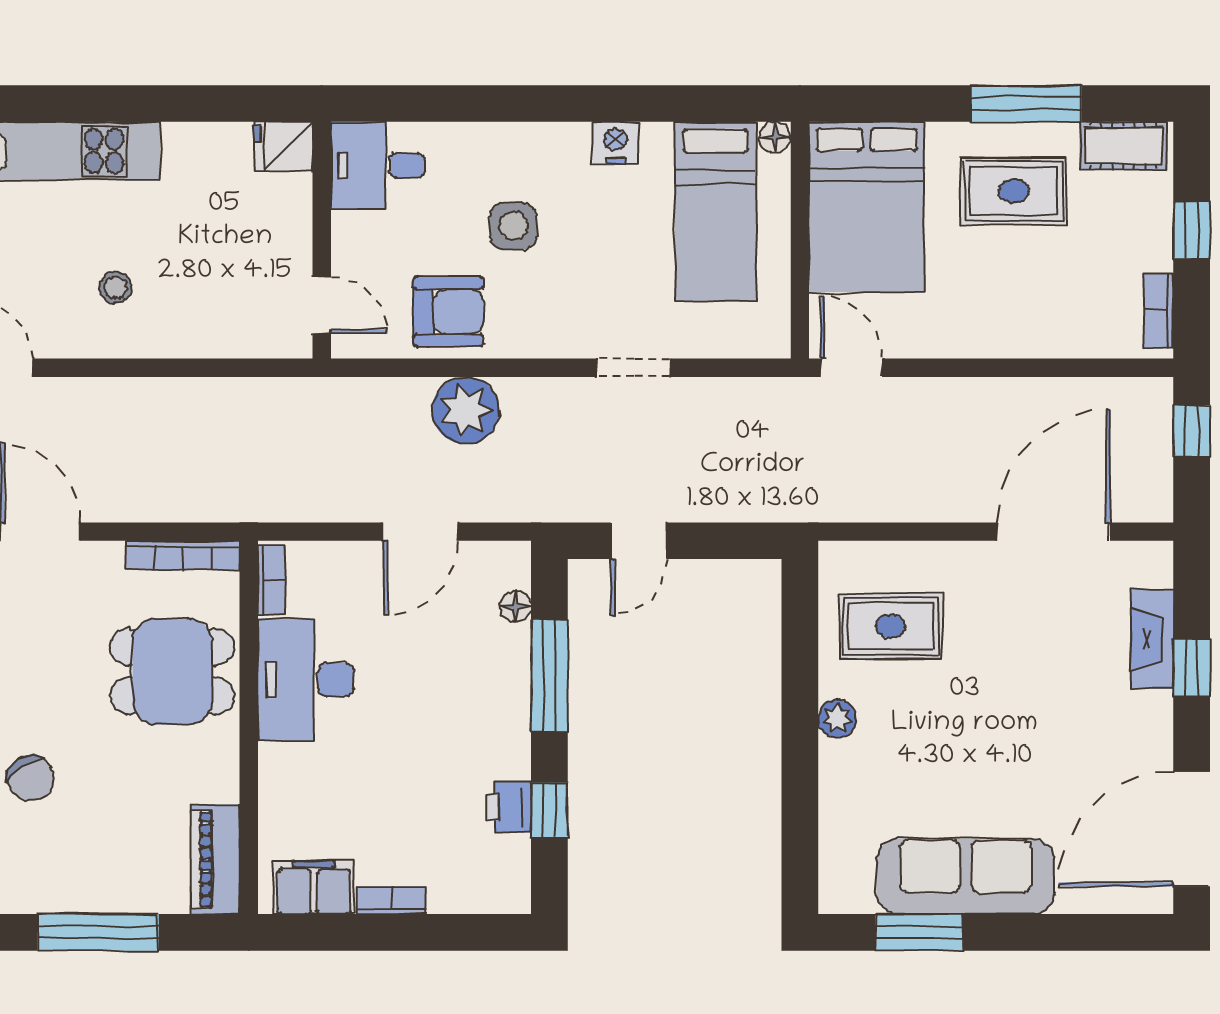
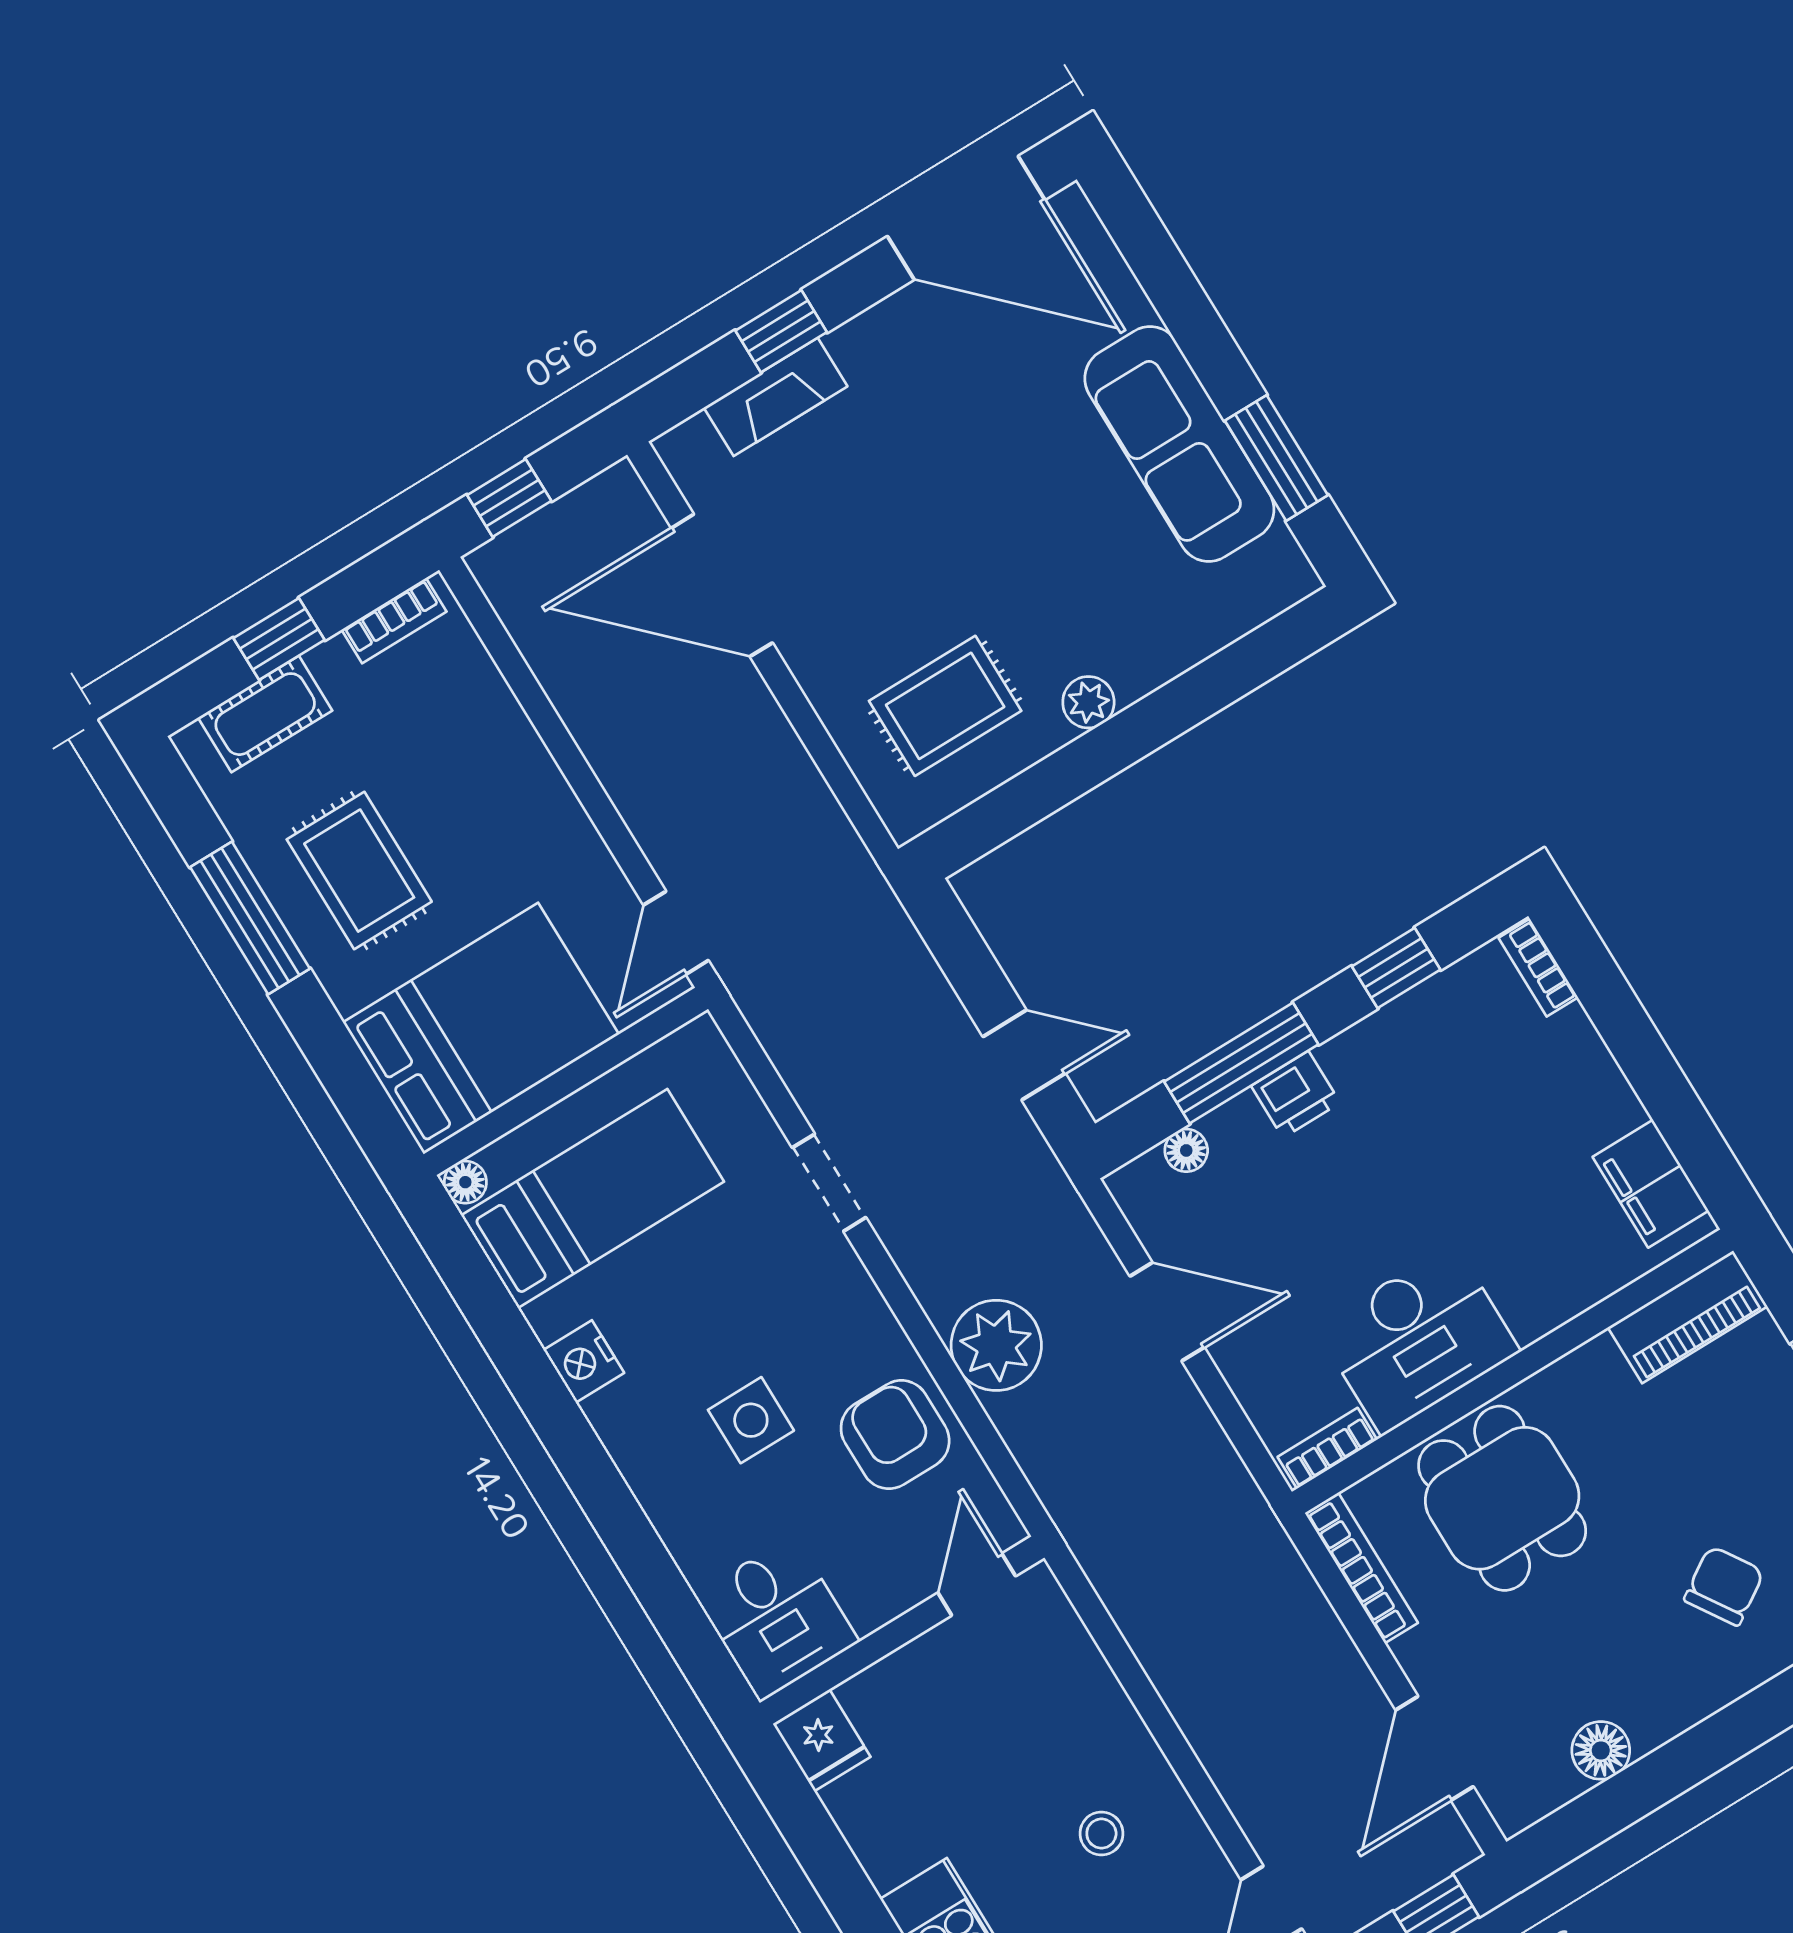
cot: (1123, 146) -> (265, 714), moved, turned 90
rug: (891, 626) -> (945, 706), turned 90
printer: (508, 807) -> (1296, 1094), moved
bookcase: (392, 900) -> (1538, 968), moved

